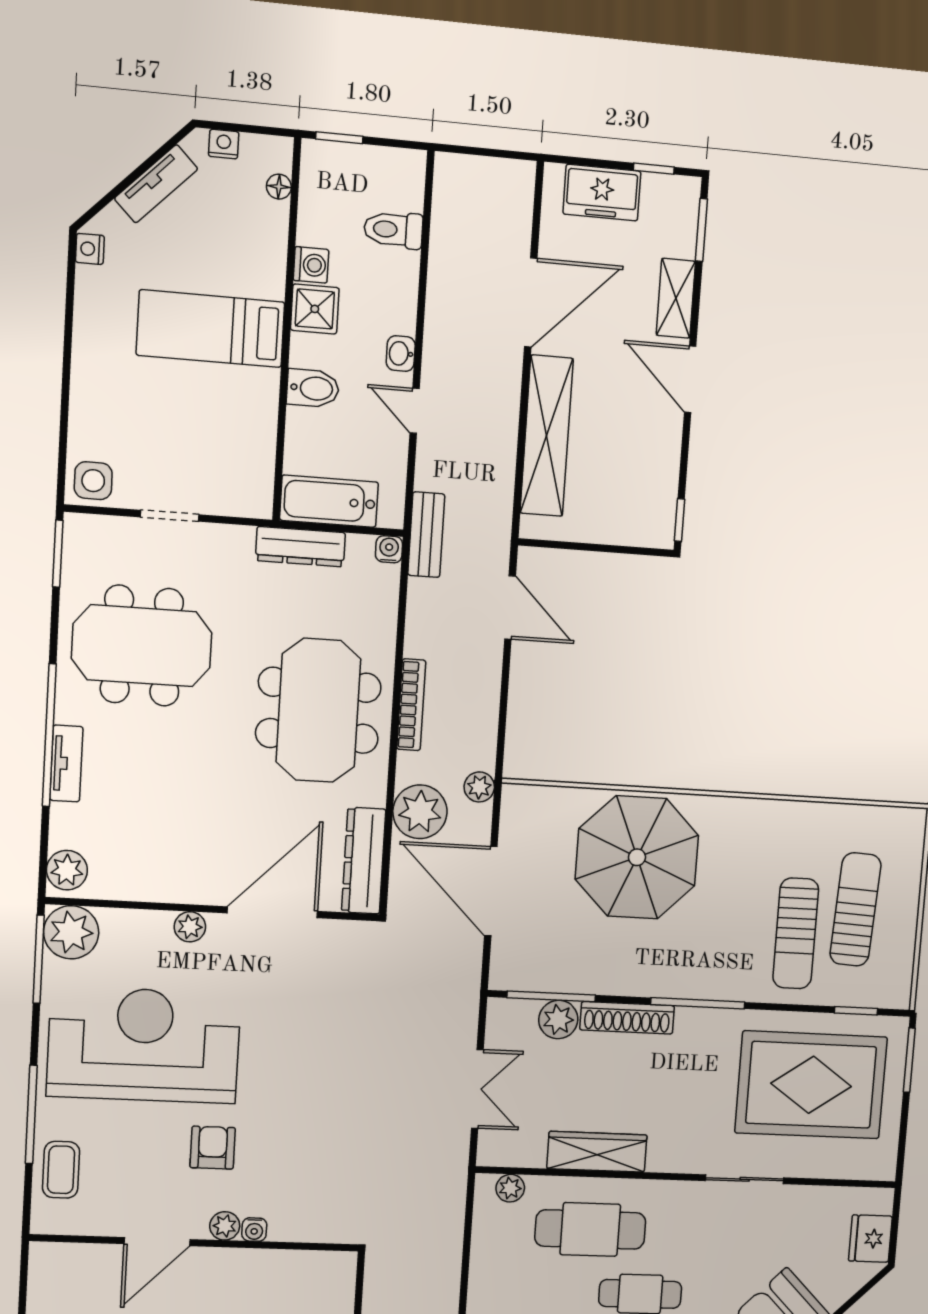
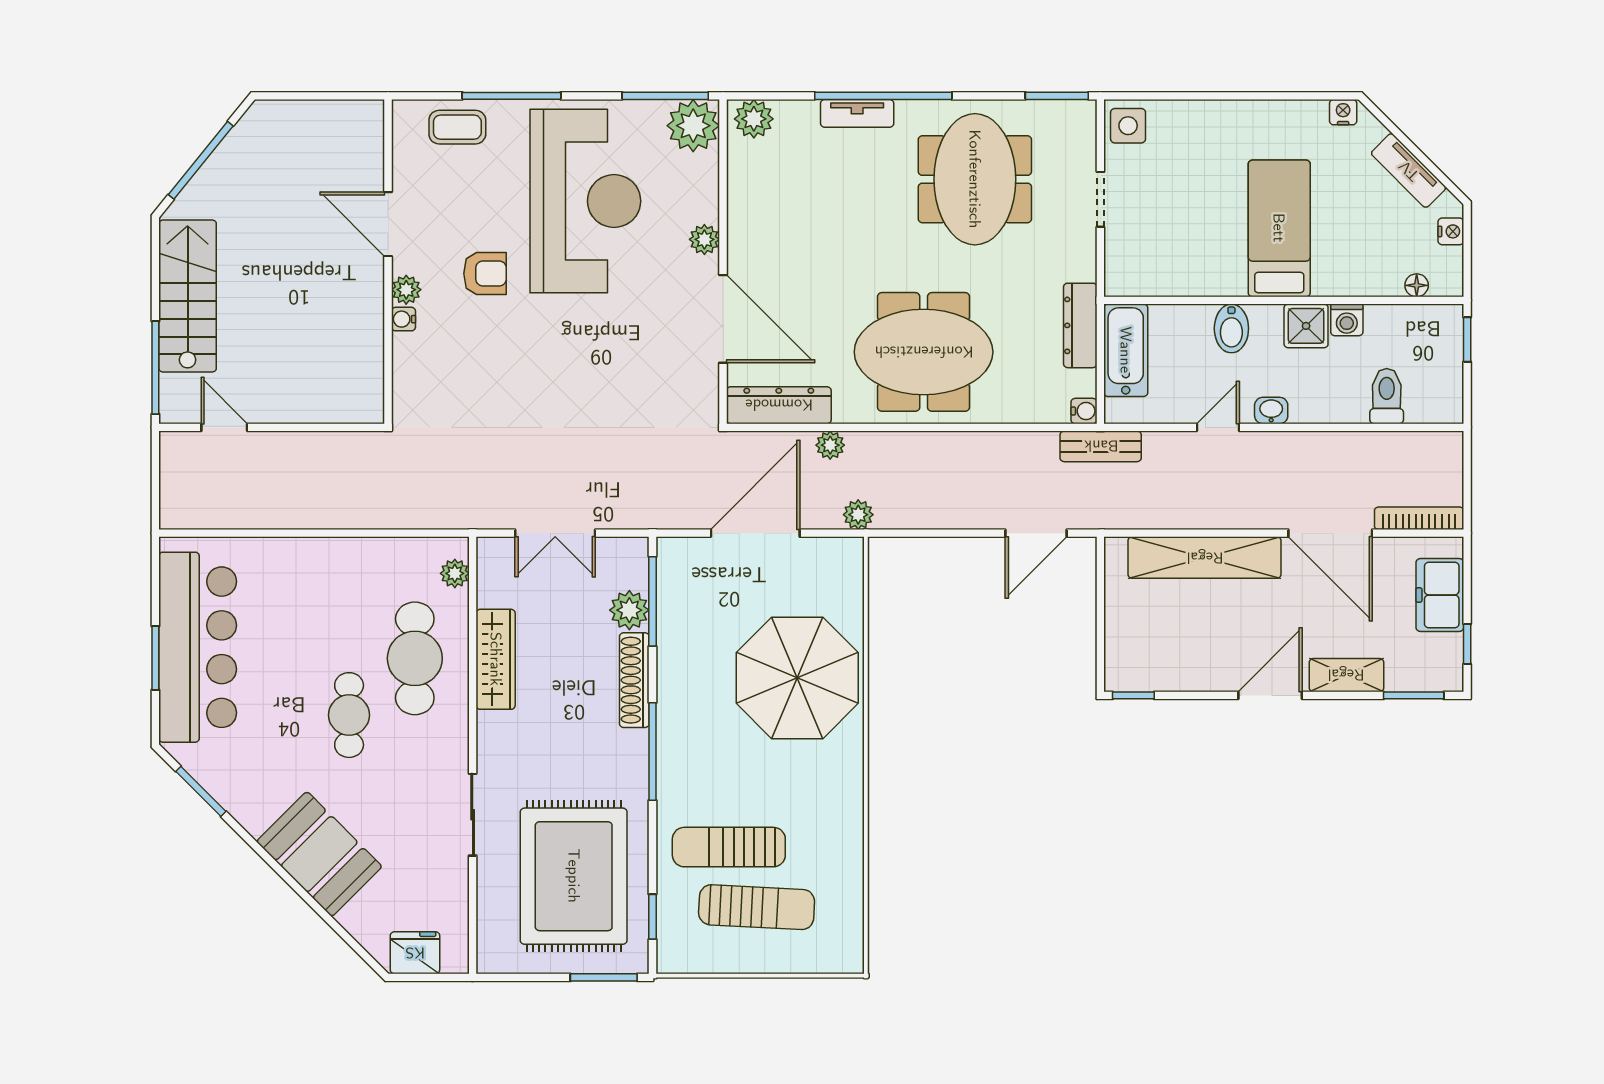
bookcase: (411, 705) -> (1419, 518), moved, turned 180
plant: (420, 812) -> (830, 445), width x0.53, depth x0.53

